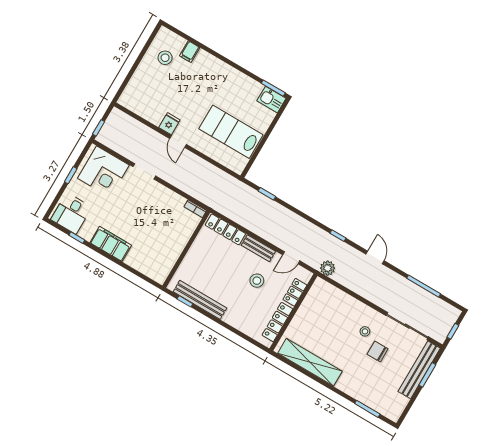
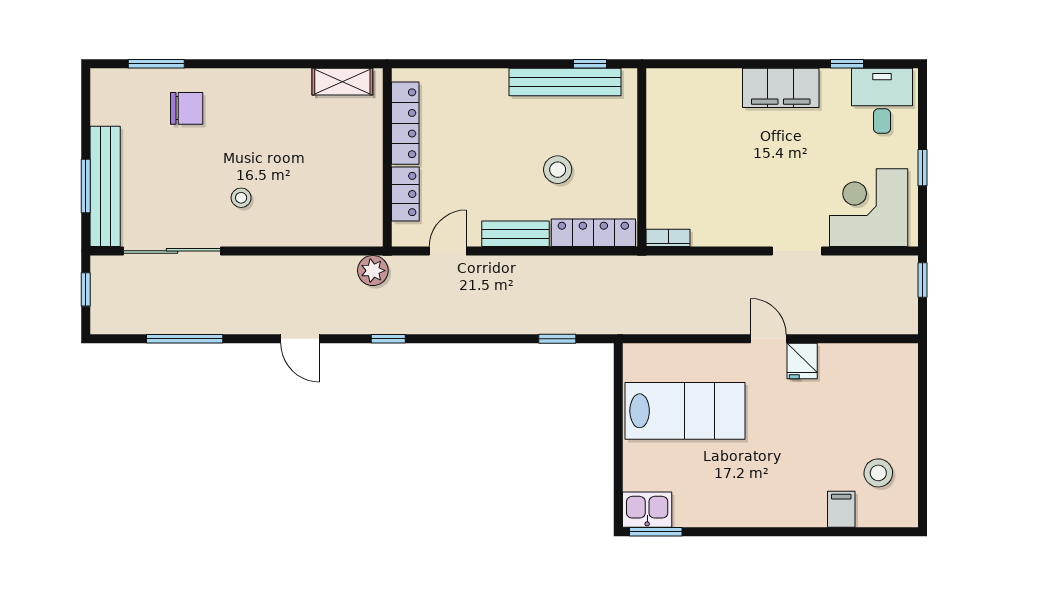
stool: (257, 281) -> (558, 170), moved
chair: (378, 351) -> (187, 108), moved
shelving: (310, 362) -> (342, 82), width x0.45, depth x0.75

